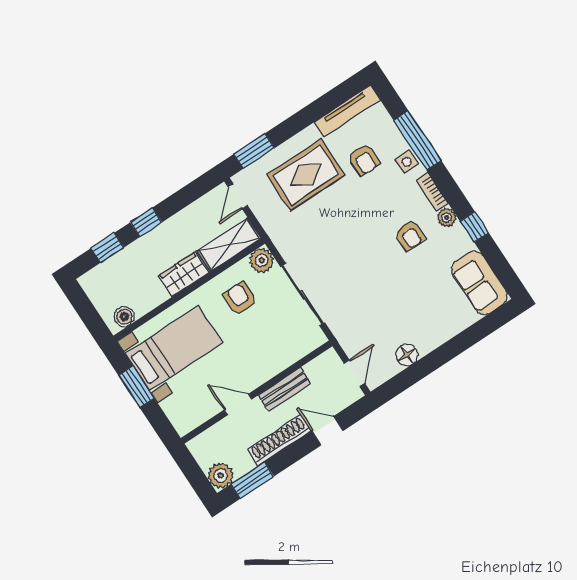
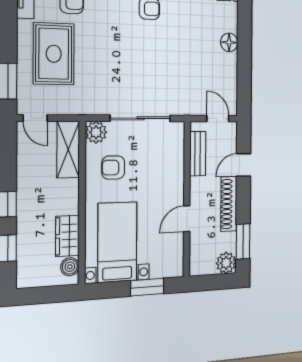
wardrobe: (183, 274) -> (67, 236), moved
floor lamp: (407, 355) -> (229, 42), moved
window: (136, 387) -> (147, 287), moved
bench: (284, 389) -> (198, 154), moved

